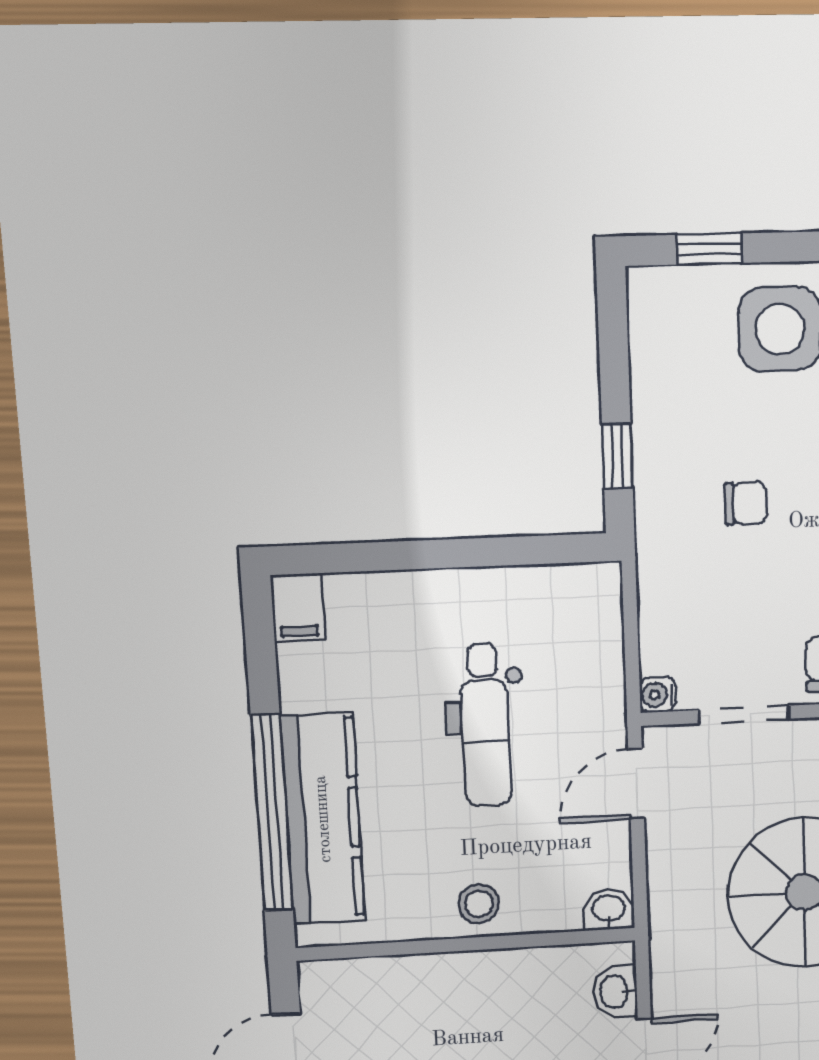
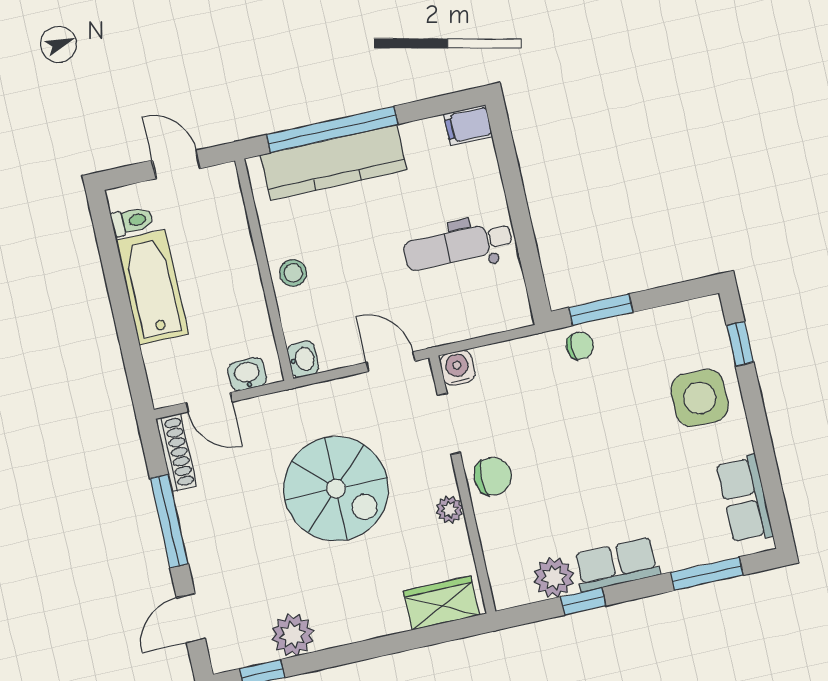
window: (617, 456) -> (601, 310), width x1.50
chair: (746, 503) -> (580, 346), moved, turned -90
water cooler: (657, 695) -> (457, 368), width x1.38, depth x1.38
dental chair: (485, 725) -> (458, 246), moved

